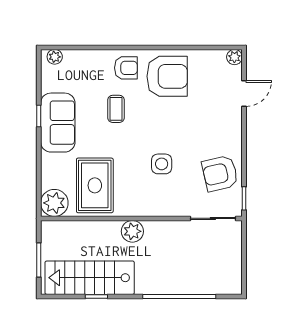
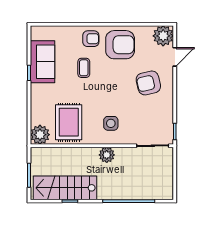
plant: (55, 57) -> (40, 31), removed
plant: (234, 57) -> (163, 36), width x1.88, depth x1.88
sofa: (58, 123) -> (42, 62), moved
side table: (162, 164) -> (111, 123), moved
armchair: (220, 173) -> (148, 83), moved
plant: (132, 231) -> (107, 155), moved

